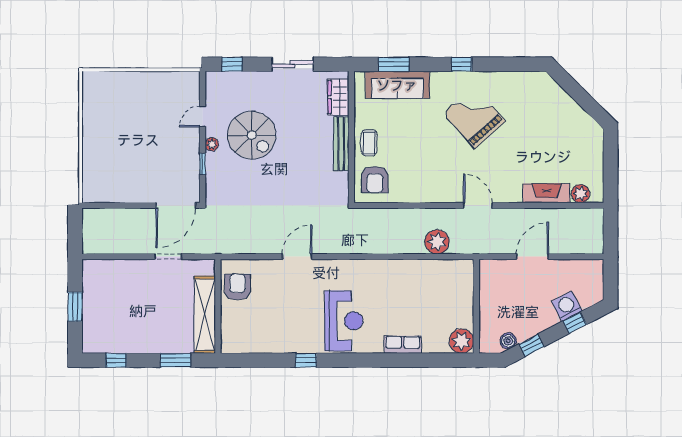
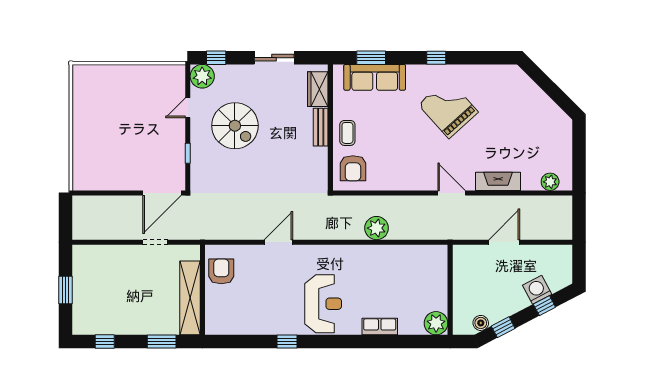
plant: (212, 144) -> (202, 76), moved, width x1.87, depth x1.87
bench: (341, 144) -> (321, 127), width x0.73
fireplace: (547, 193) -> (498, 181), moved
plant: (437, 242) -> (377, 228), moved

